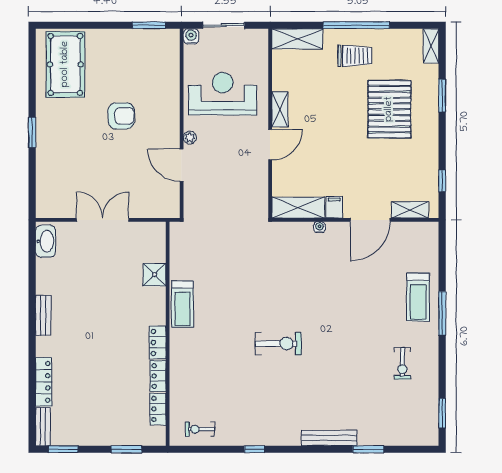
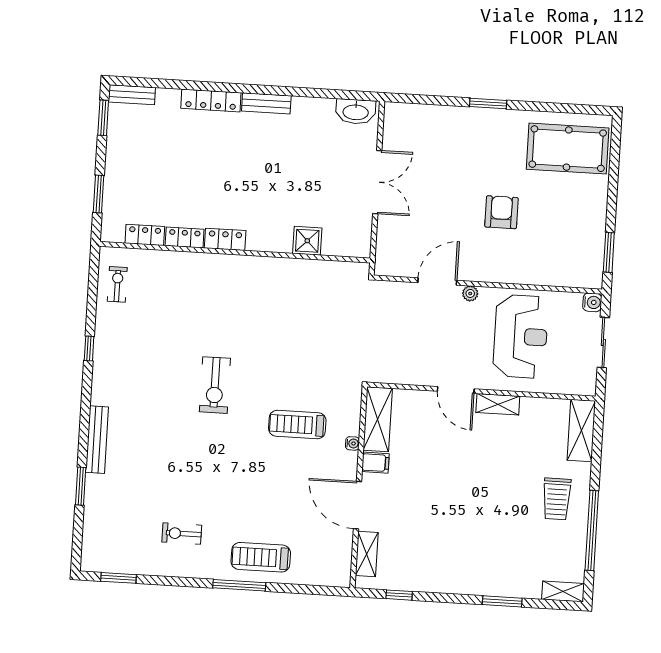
window: (356, 25) -> (592, 531), moved
pallet: (389, 109) -> (490, 537), removed
armchair: (121, 116) -> (501, 212), turned 180
treadmill: (182, 304) -> (297, 424), moved
locker: (44, 382) -> (211, 101), moved

